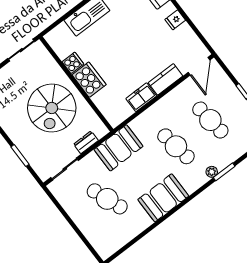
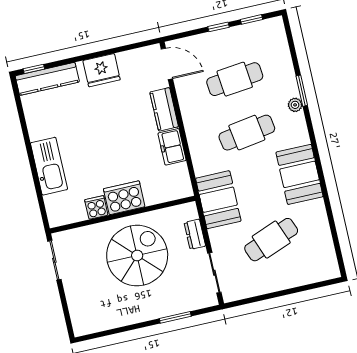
fridge: (175, 20) -> (102, 70), width x1.88, depth x1.34
spiral stairs: (52, 108) -> (137, 256), turned -90

